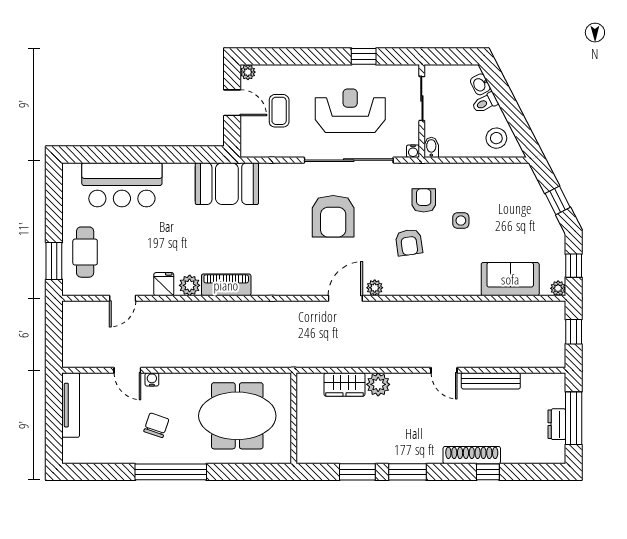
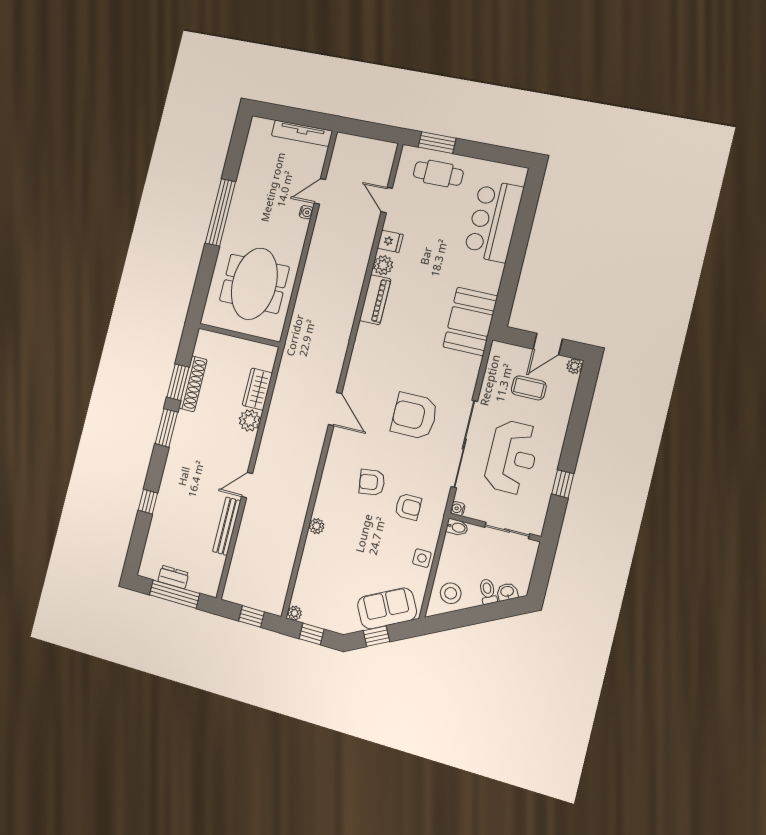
side table: (461, 221) -> (422, 558), moved
sofa: (510, 279) -> (387, 608), moved, turned -117
plant: (375, 288) -> (317, 526), moved
chair: (156, 425) -> (264, 208), removed
shoe rack: (472, 455) -> (193, 384), moved

